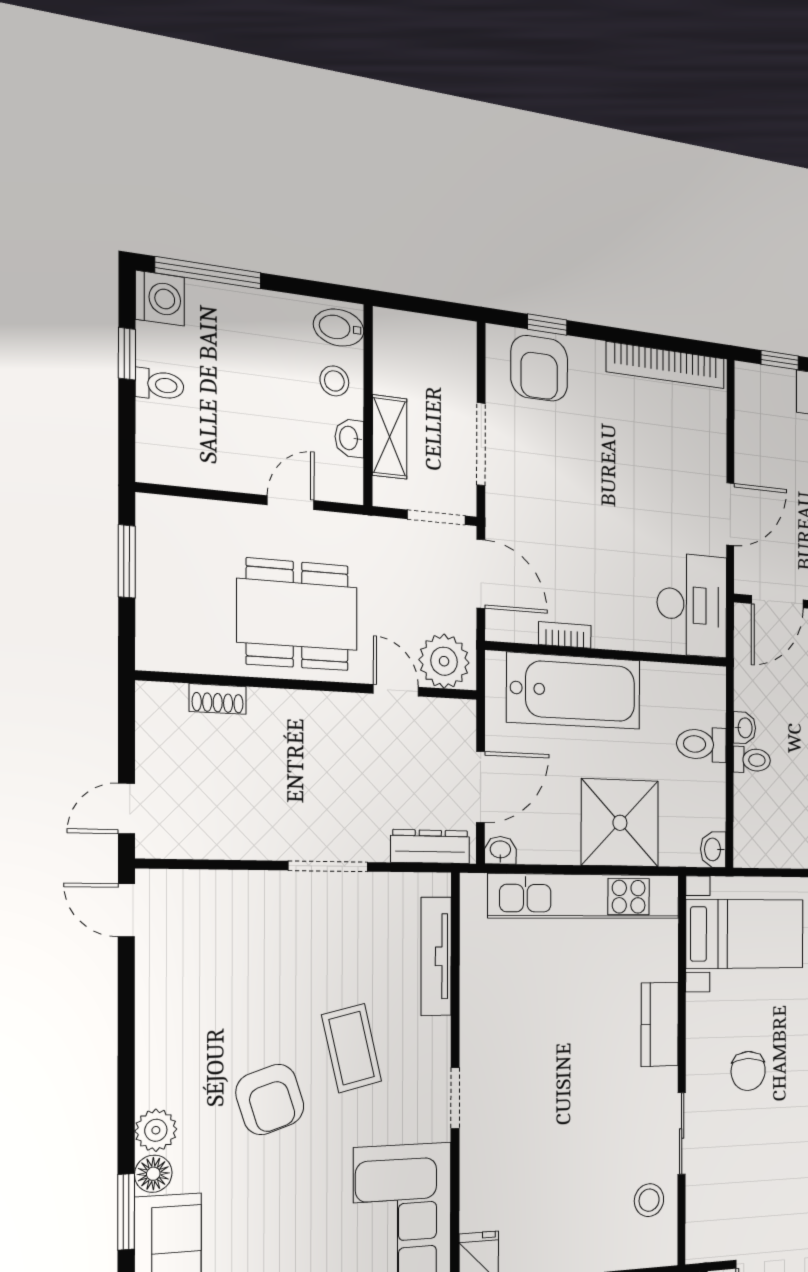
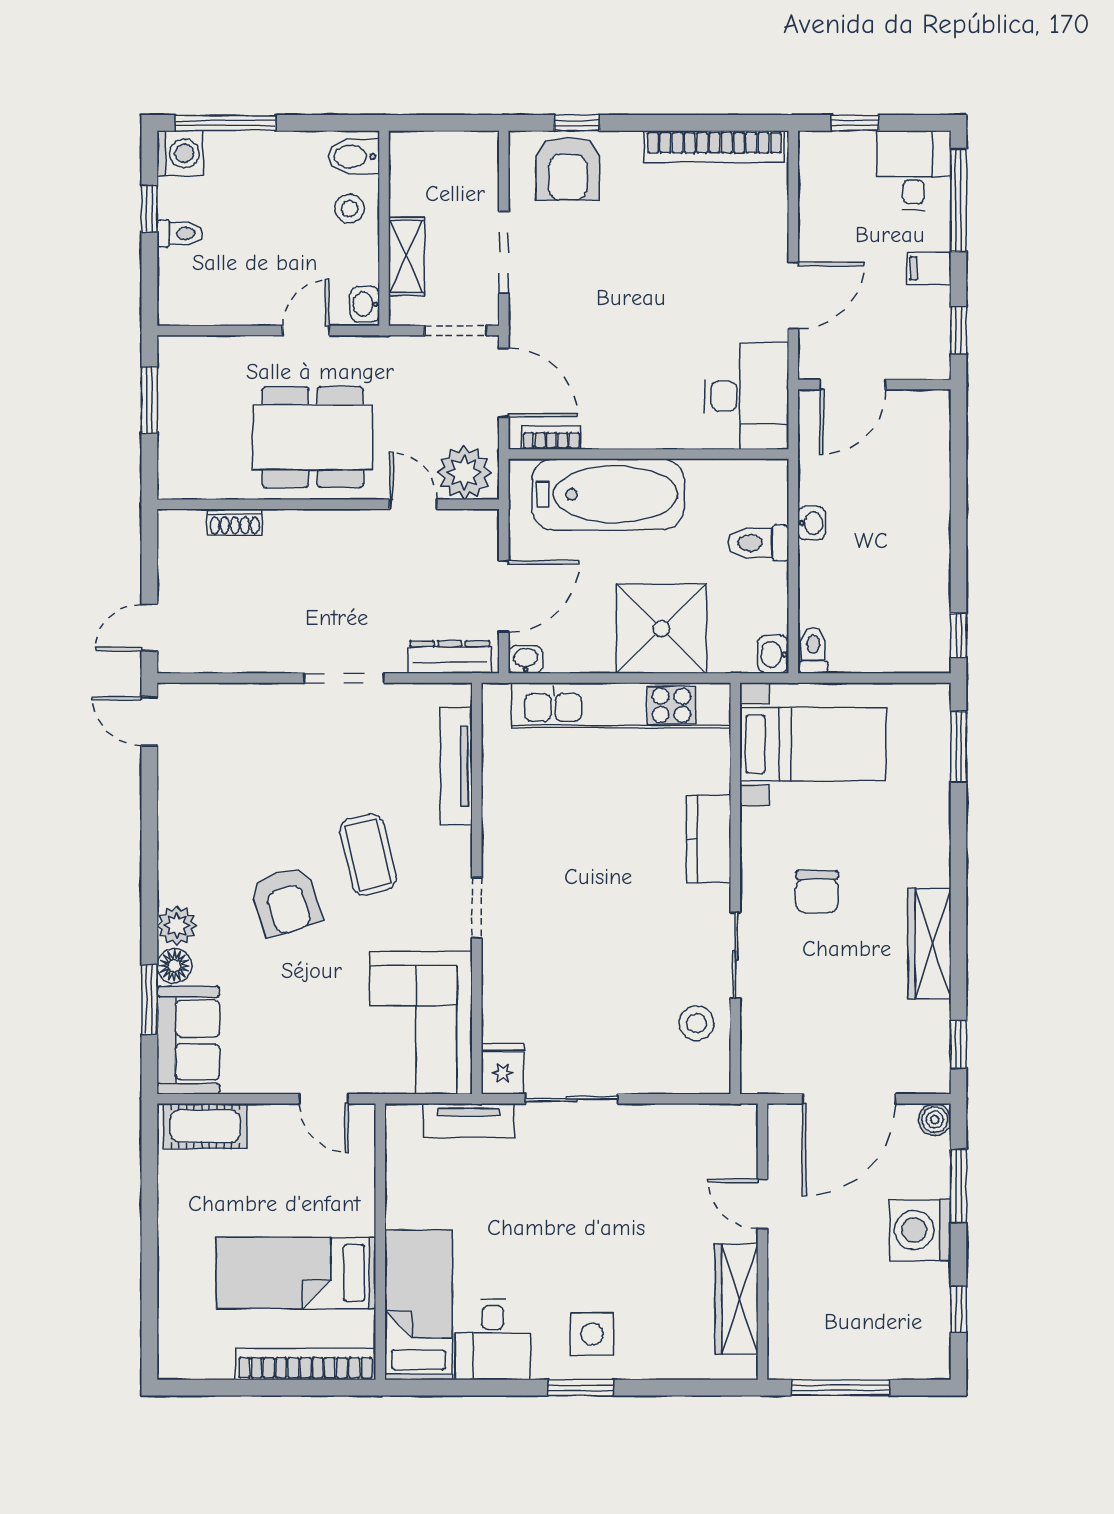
washbasin: (349, 438) -> (365, 304), moved
bookcase: (565, 635) -> (551, 438), moved
toilet: (752, 760) -> (813, 650), moved, turned -90

